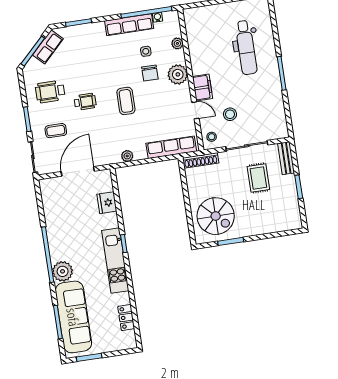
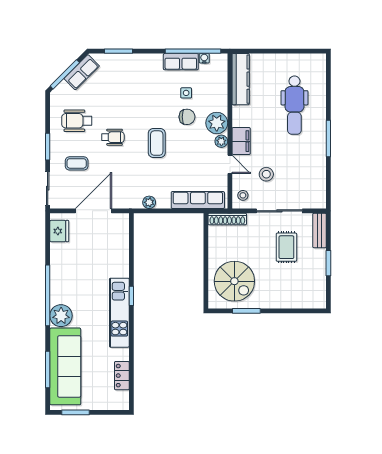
row of seats: (129, 25) -> (181, 62), width x0.68
kitchen counter: (194, 31) -> (241, 79), added
plant: (177, 43) -> (221, 141), moved
chair: (150, 73) -> (187, 117), turned -90
fridge: (107, 203) -> (59, 231), moved, turned 180

